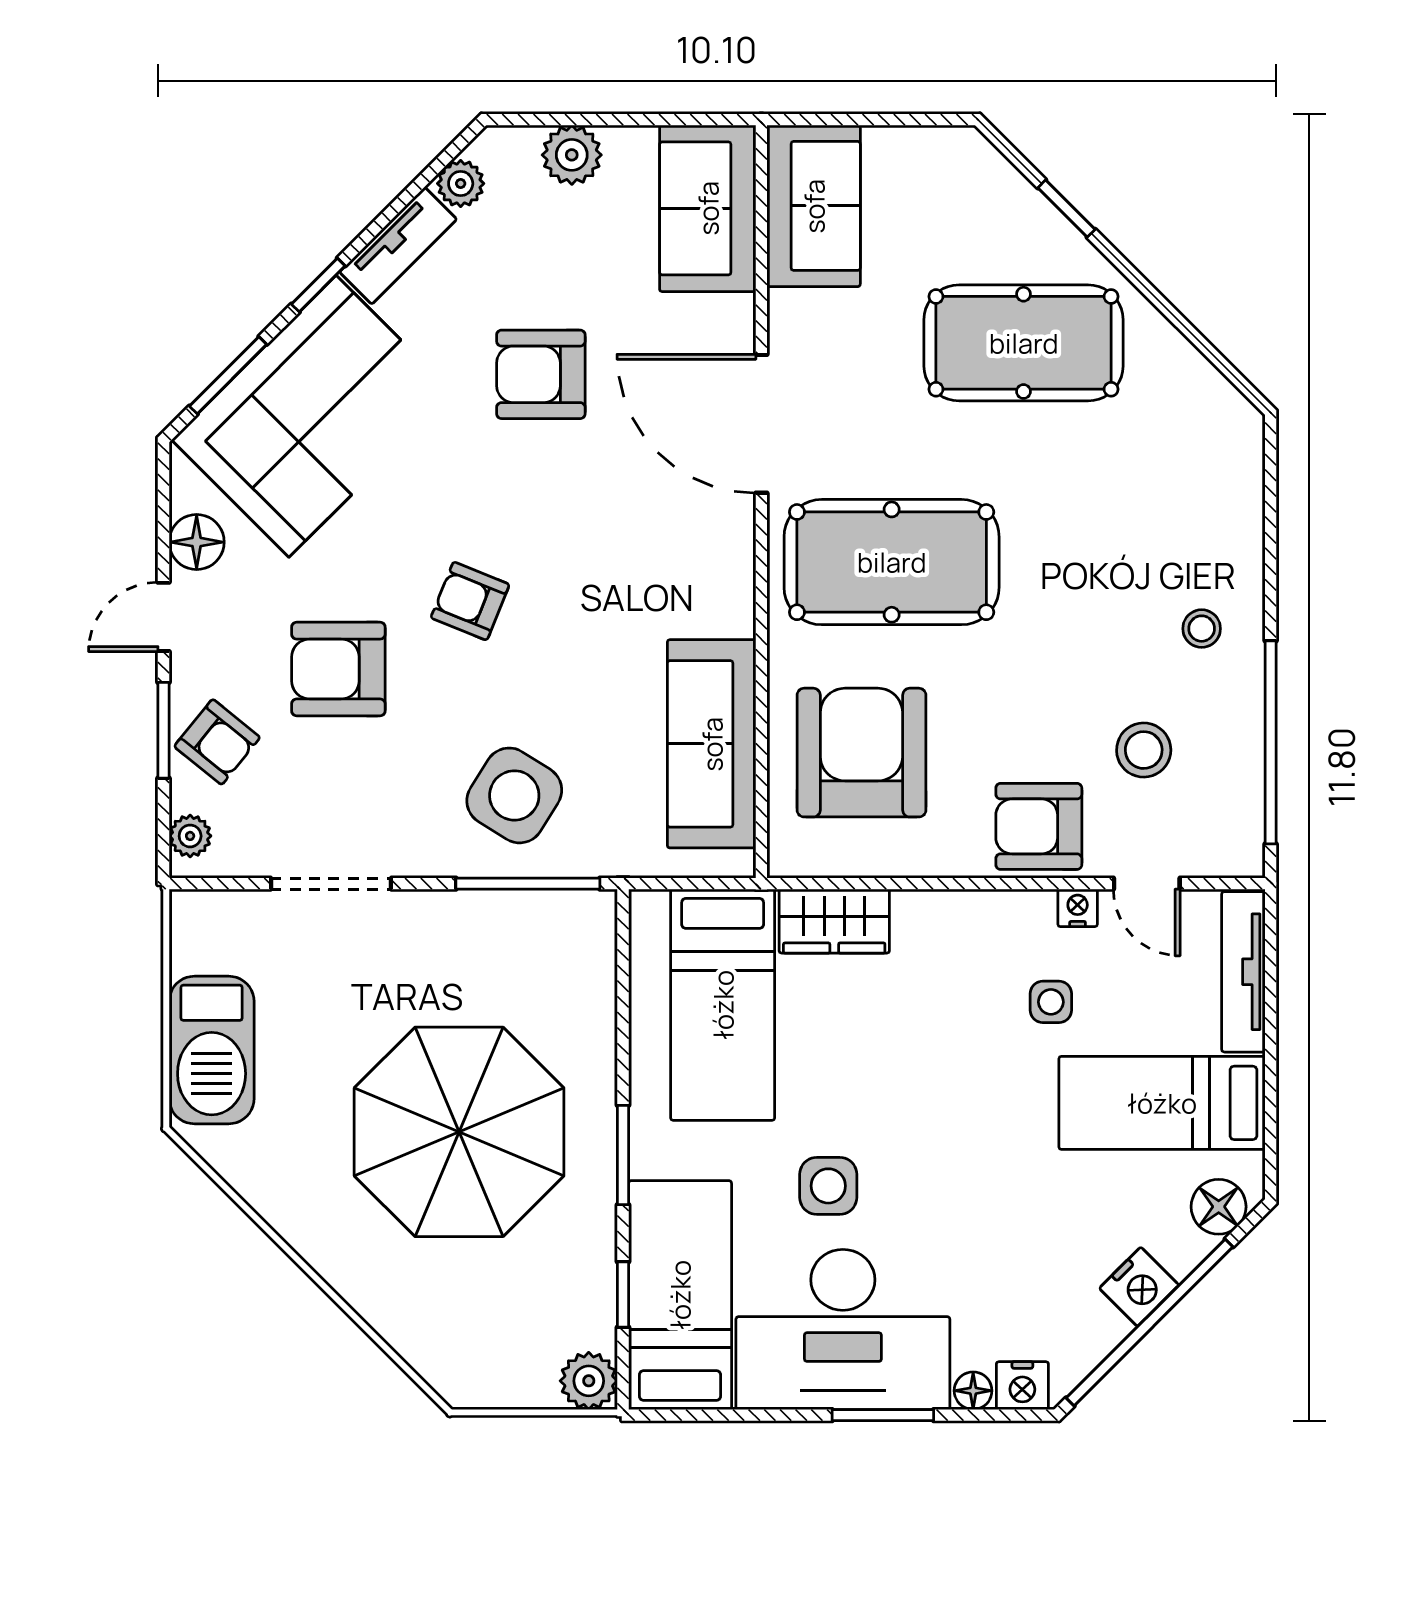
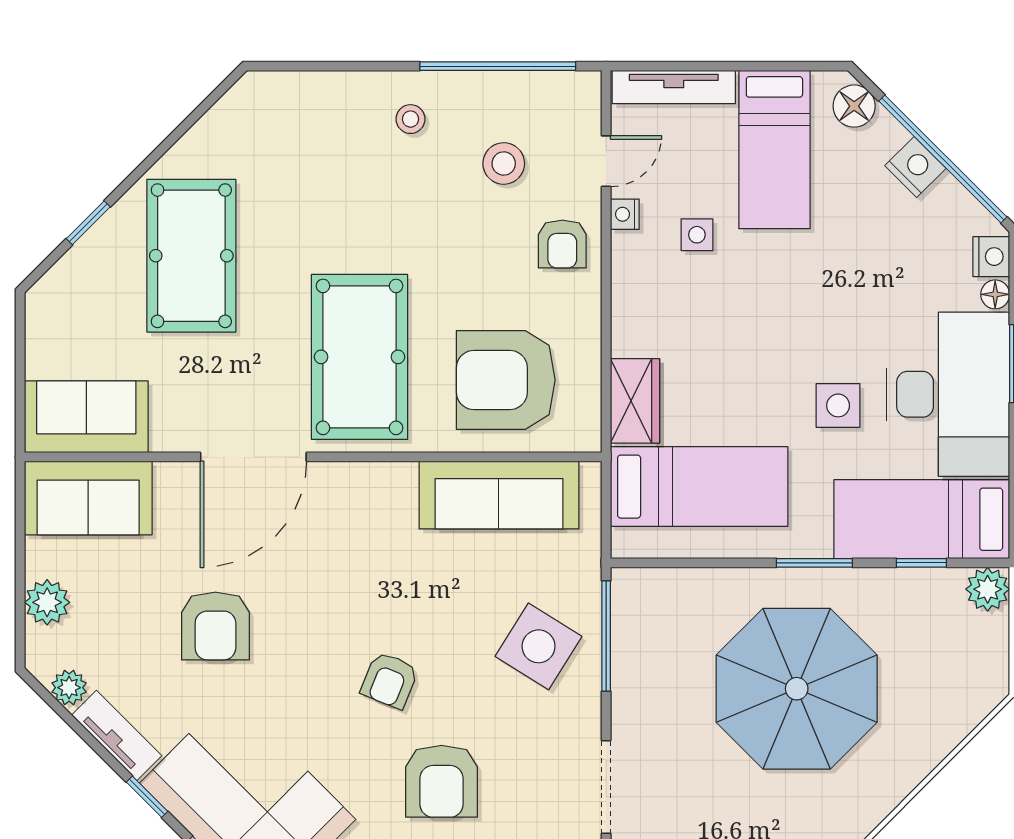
armchair: (1039, 826) -> (562, 244), width x0.72, depth x0.72

